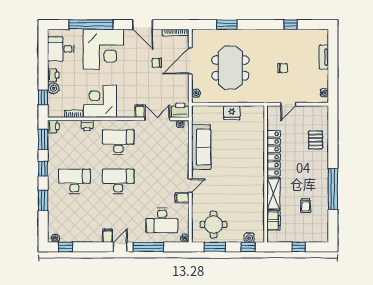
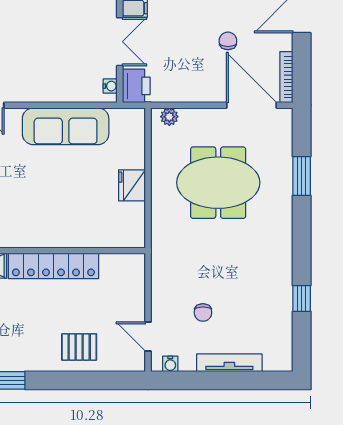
tv unit: (324, 57) -> (229, 363), width x1.41
door: (190, 61) -> (251, 105), moved
chair: (283, 68) -> (203, 312), moved
door: (288, 104) -> (148, 337), moved

